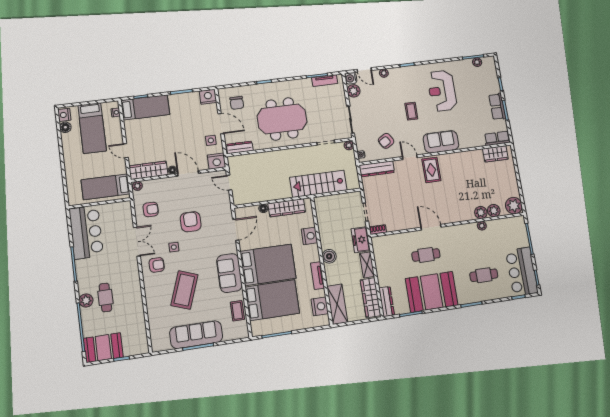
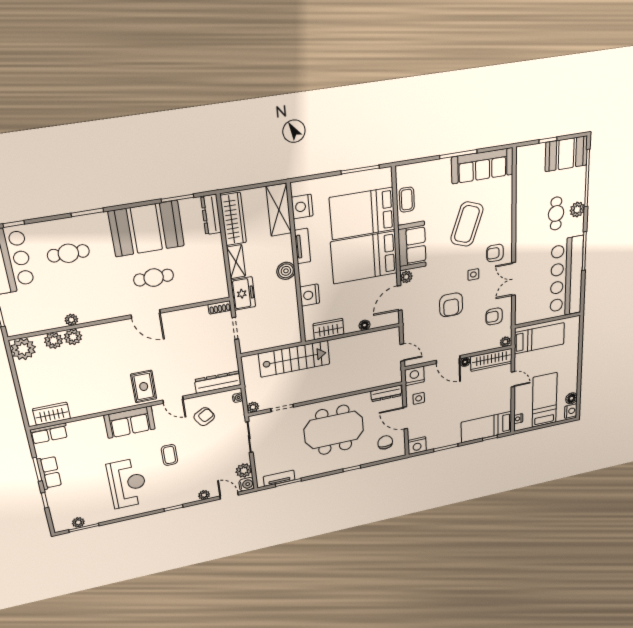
wardrobe: (287, 208) -> (328, 329), width x0.67
bar counter: (86, 232) -> (567, 277), width x1.36
plant: (232, 247) -> (406, 277), added
sofa: (196, 335) -> (483, 166), moved

